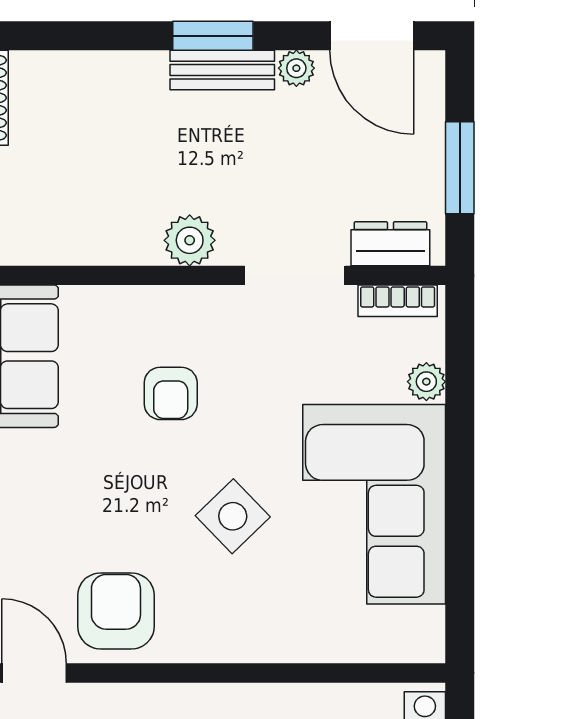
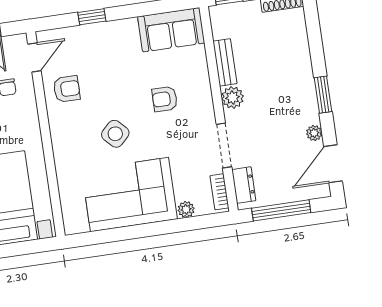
bench: (222, 70) -> (225, 62), moved
window: (460, 168) -> (281, 210), width x1.44
armchair: (116, 611) -> (67, 89), width x0.72, depth x0.72

